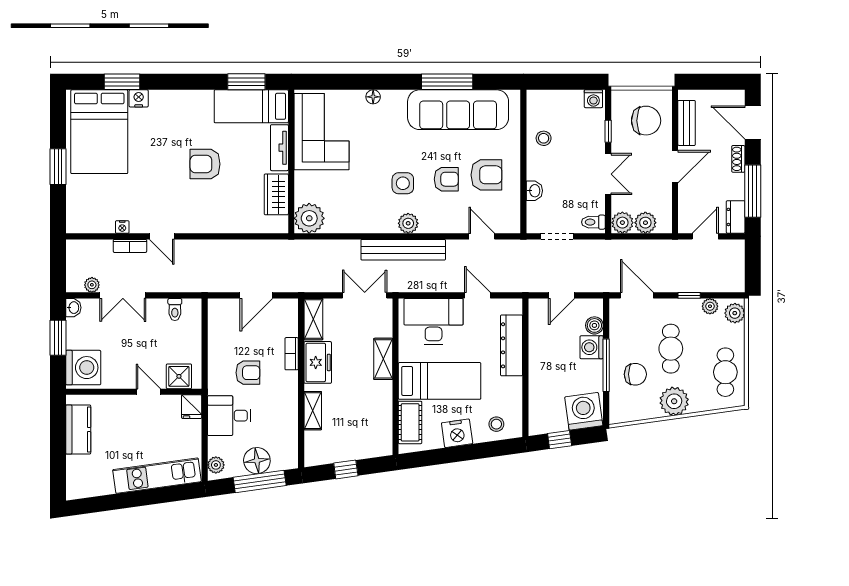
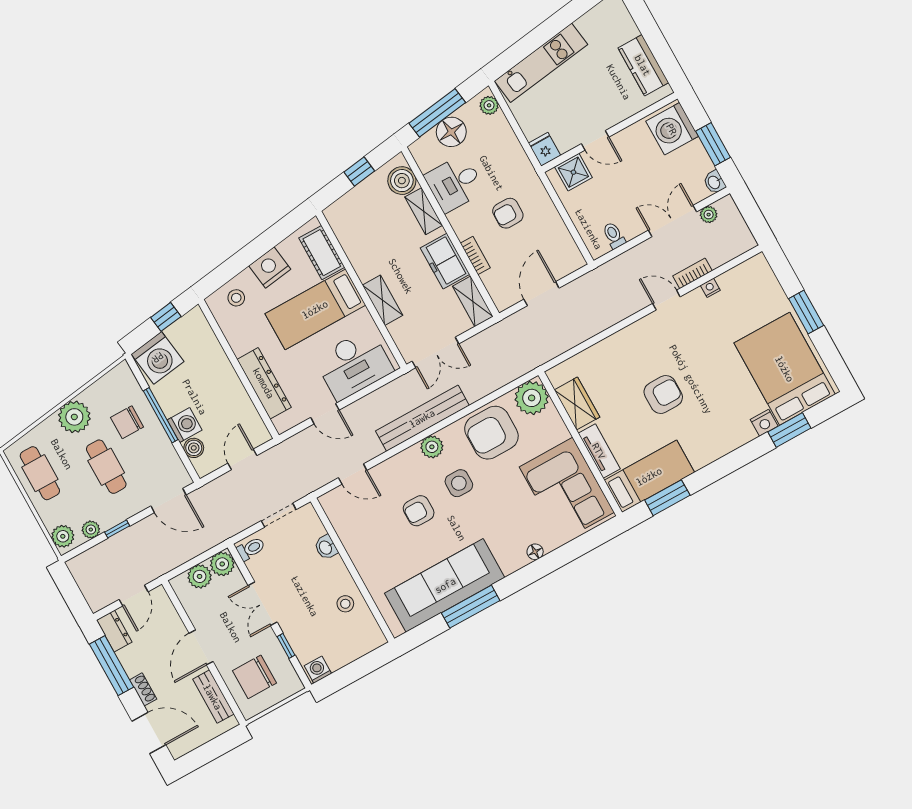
armchair: (486, 175) -> (491, 433), moved, width x1.36, depth x1.36
desk: (229, 416) -> (455, 183), moved, turned 180
boiler: (316, 444) -> (402, 181), added

